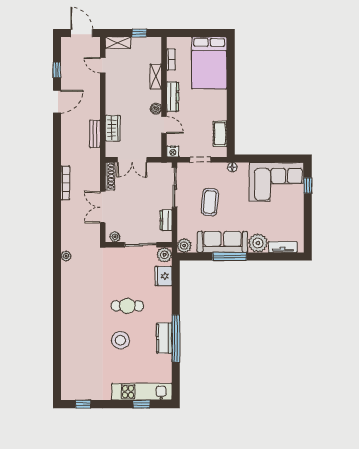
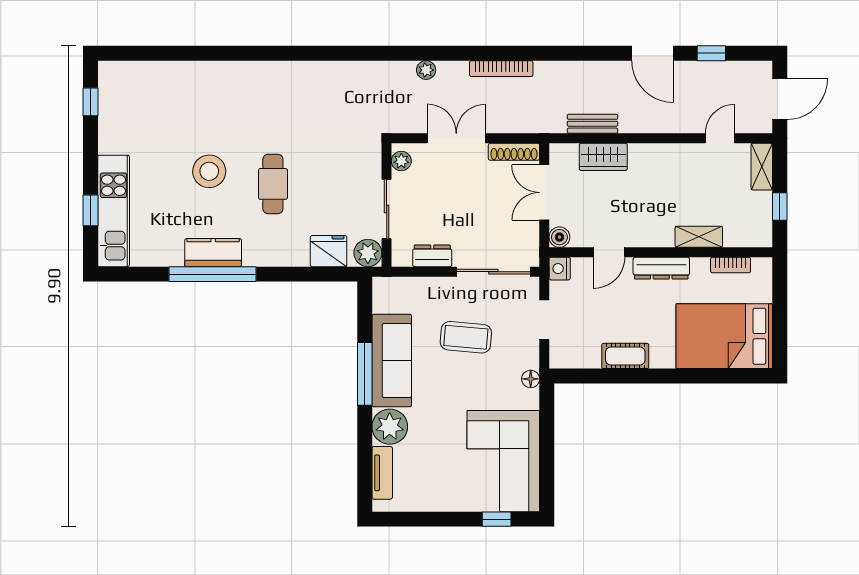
boiler: (156, 109) -> (559, 237), moved
cot: (220, 134) -> (625, 356), moved
plant: (184, 245) -> (385, 290), removed
plant: (66, 256) -> (426, 70), moved

